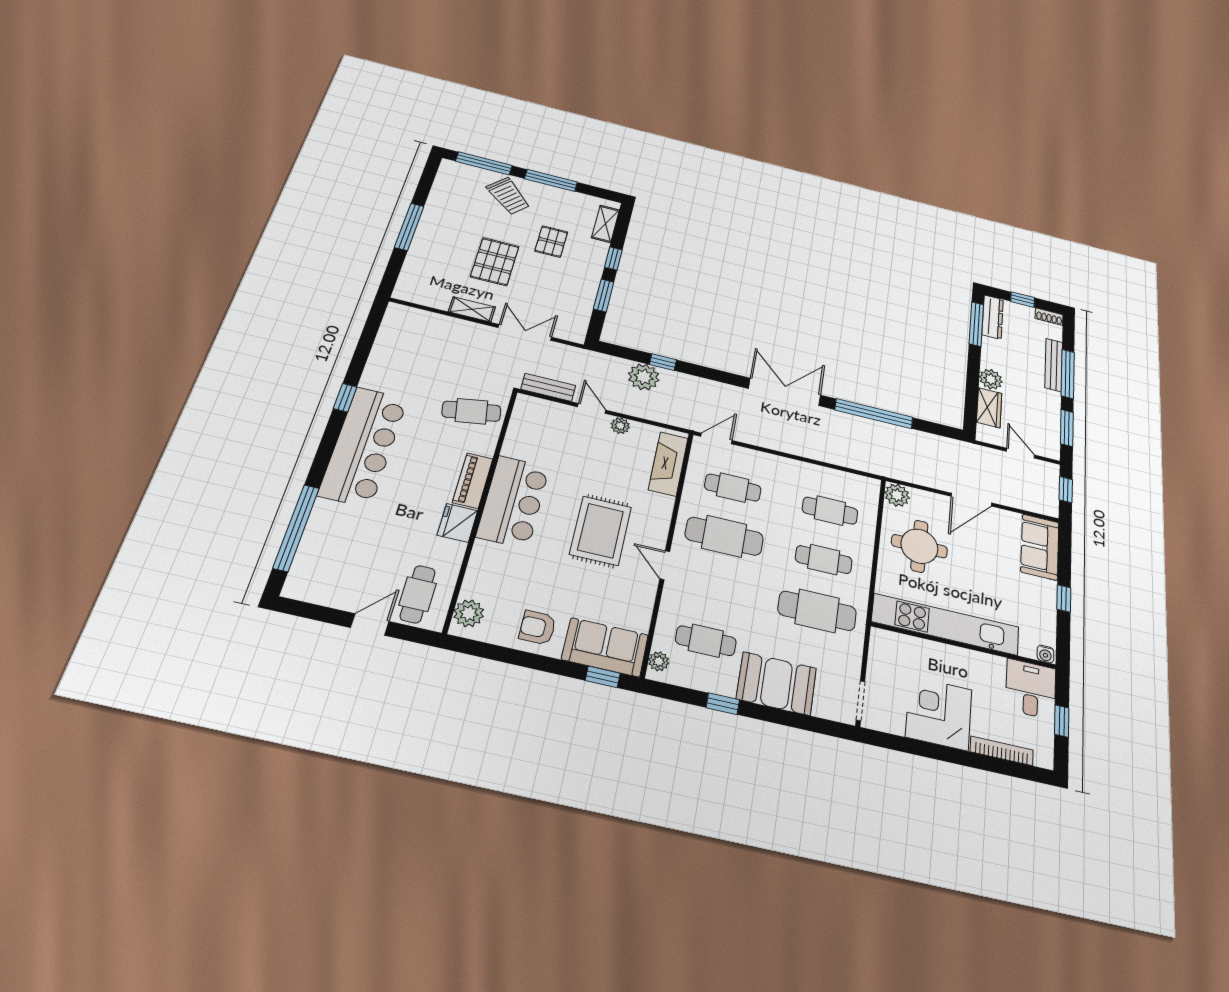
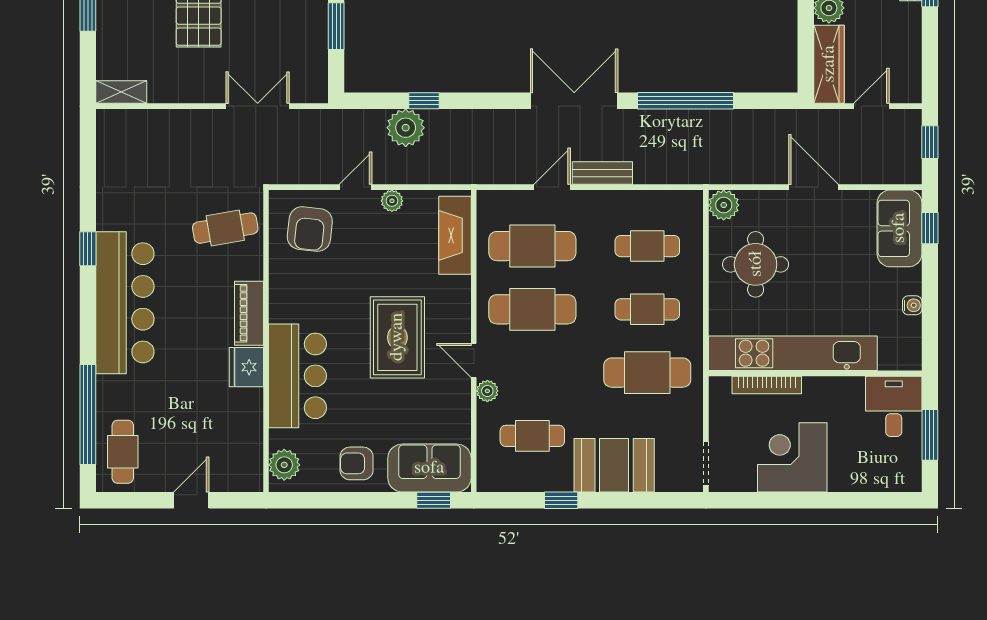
shelving: (472, 309) -> (121, 92), moved
bench: (548, 387) -> (602, 173), moved
door: (592, 408) -> (355, 187), hinge flipped
wardrobe: (989, 408) -> (829, 64), width x1.50
window: (1067, 428) -> (930, 53), removed
armchair: (545, 429) -> (310, 229), added
door: (716, 438) -> (552, 187), moved
door: (1020, 453) -> (871, 106), hinge flipped
cafe table: (733, 488) -> (532, 246), width x1.37, depth x1.35
door: (971, 500) -> (813, 187), swing flipped
bar counter: (513, 502) -> (298, 376), moved
cafe table: (418, 594) -> (123, 452), moved
window: (1064, 598) -> (930, 228), moved
water cooler: (1046, 654) -> (912, 305), moved, turned -90
plant: (659, 661) -> (487, 391), moved
window: (1062, 721) -> (930, 435), width x1.50
bookcase: (1002, 751) -> (767, 385), moved, turned 180

